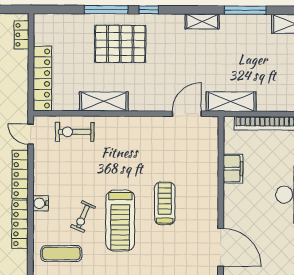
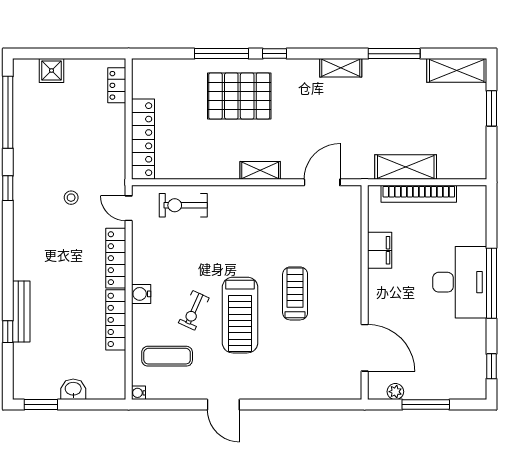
shelving: (104, 101) -> (260, 170), moved, width x0.67, depth x0.75
shelving: (231, 102) -> (406, 167), moved

